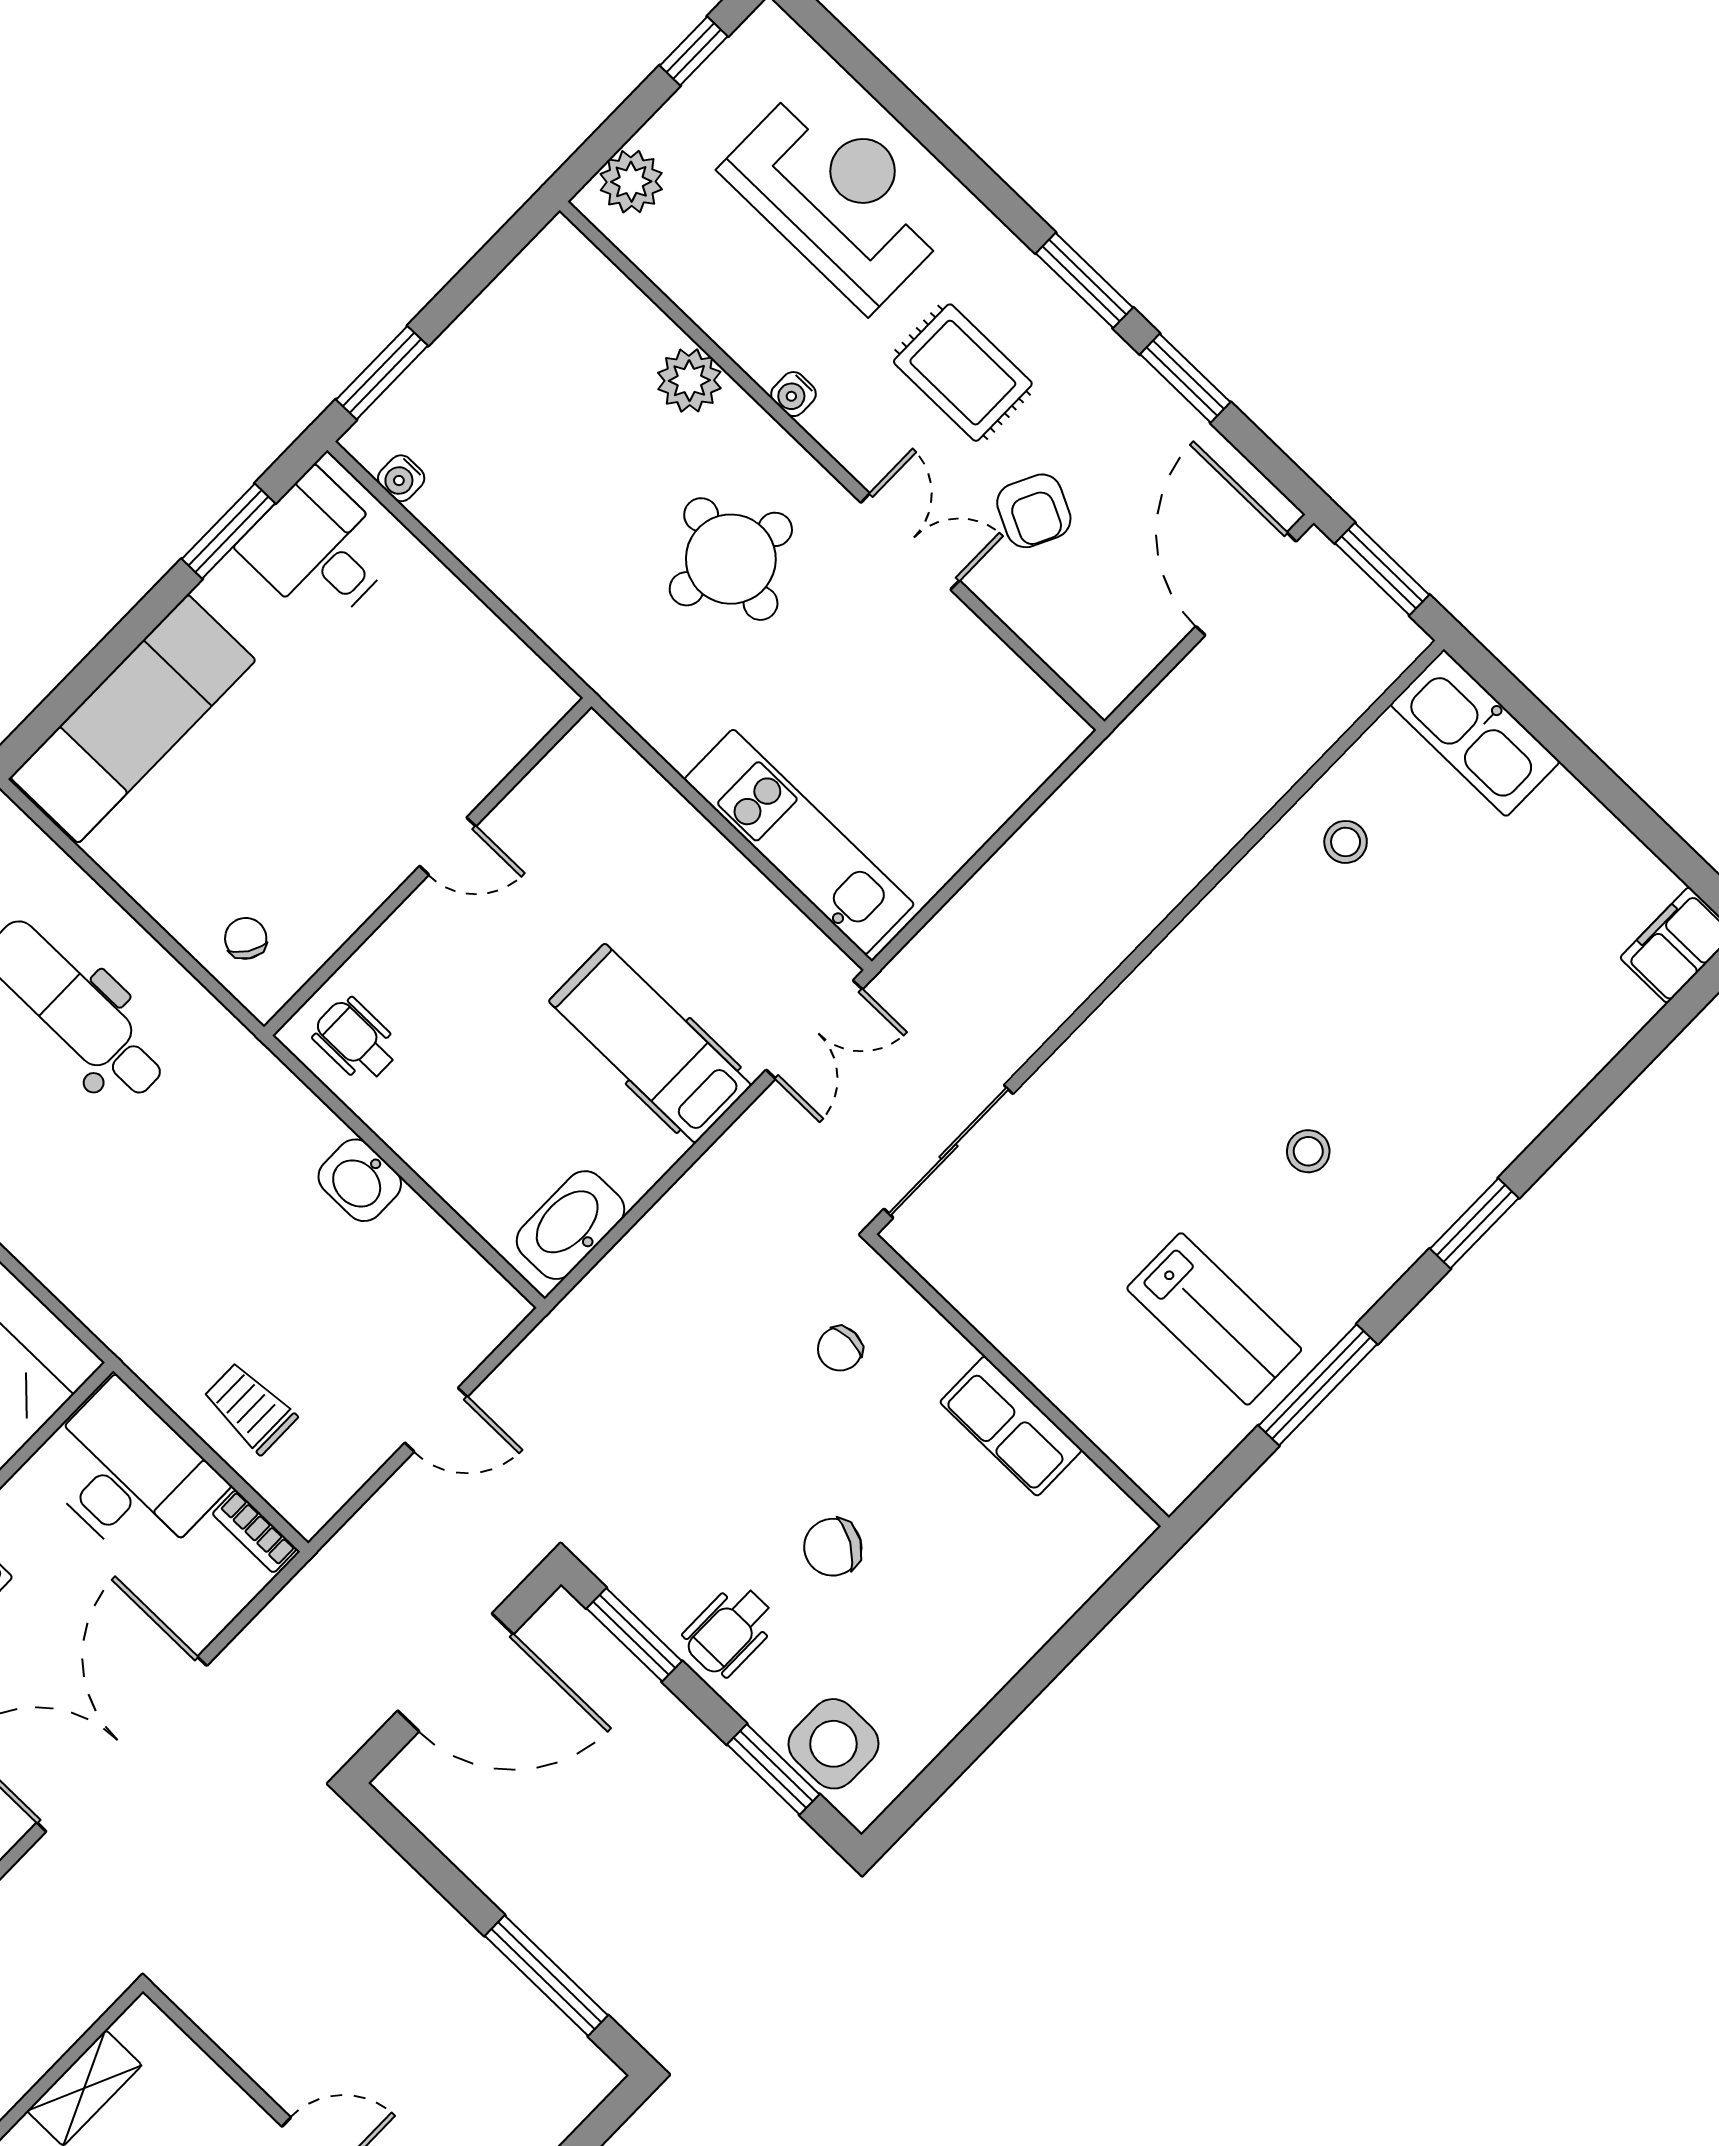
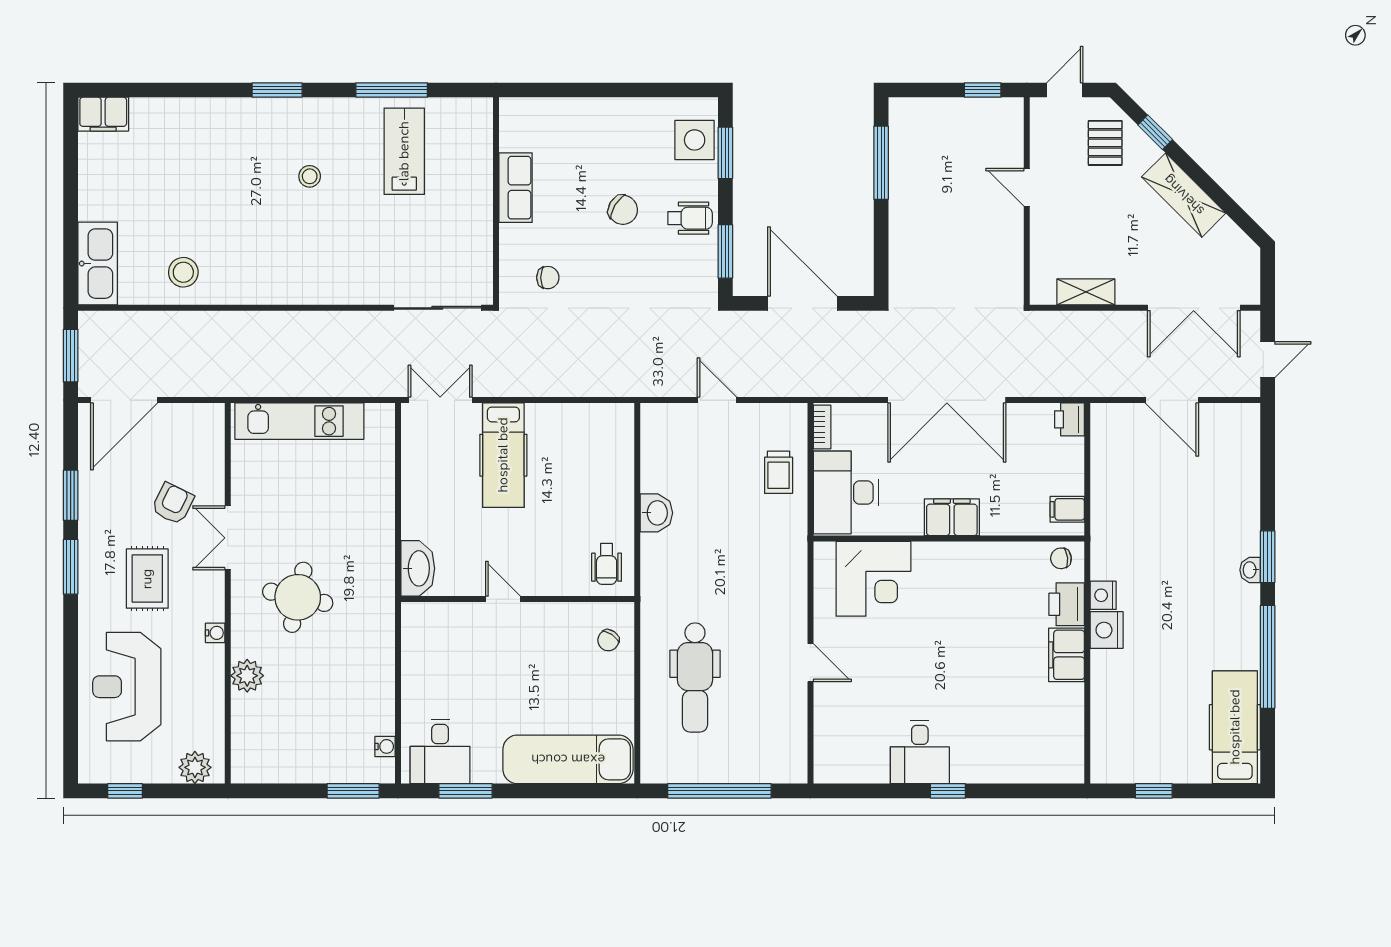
kitchen unit: (799, 842) -> (299, 421), moved, turned -90
stool: (1346, 842) -> (183, 272), width x1.37, depth x1.37
washbasin: (571, 1225) -> (418, 568), moved, turned -90

